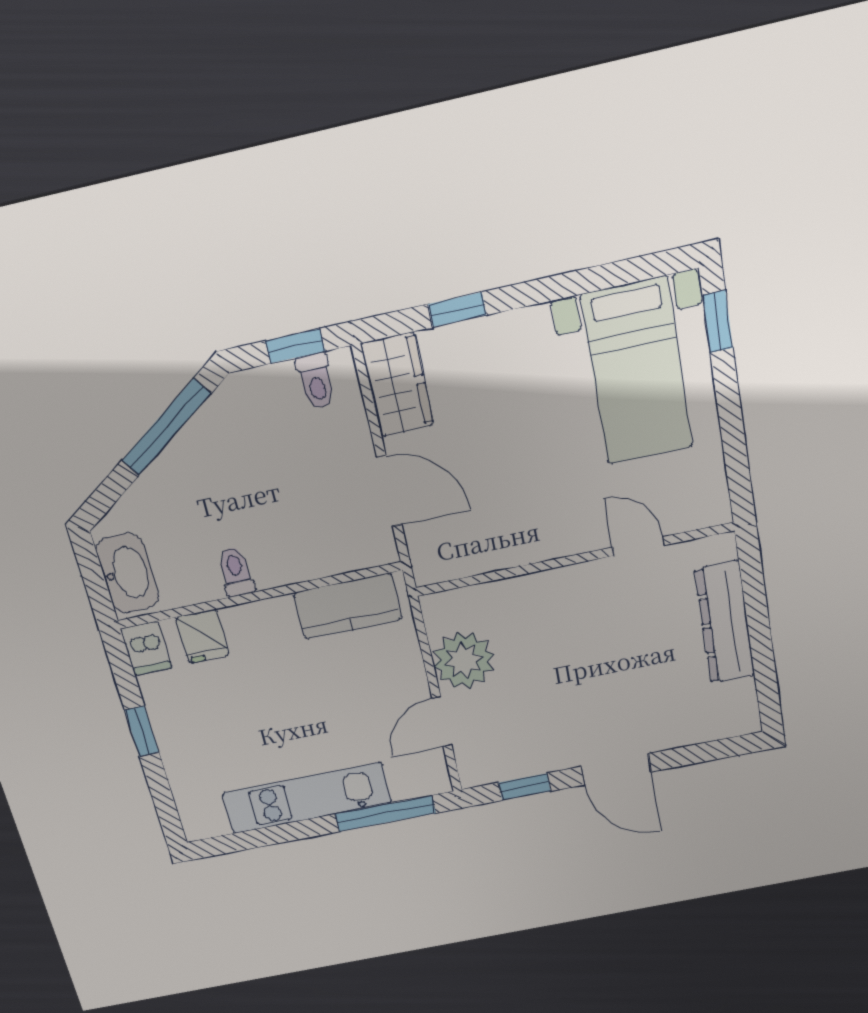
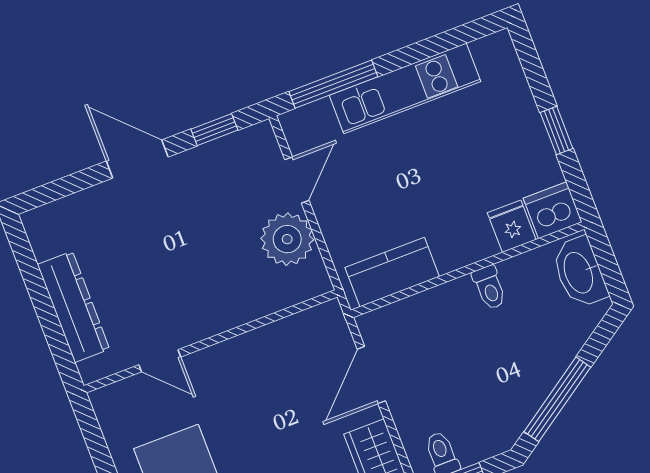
door: (389, 491) -> (371, 375), hinge flipped
dishwasher: (146, 648) -> (553, 210), width x1.38

